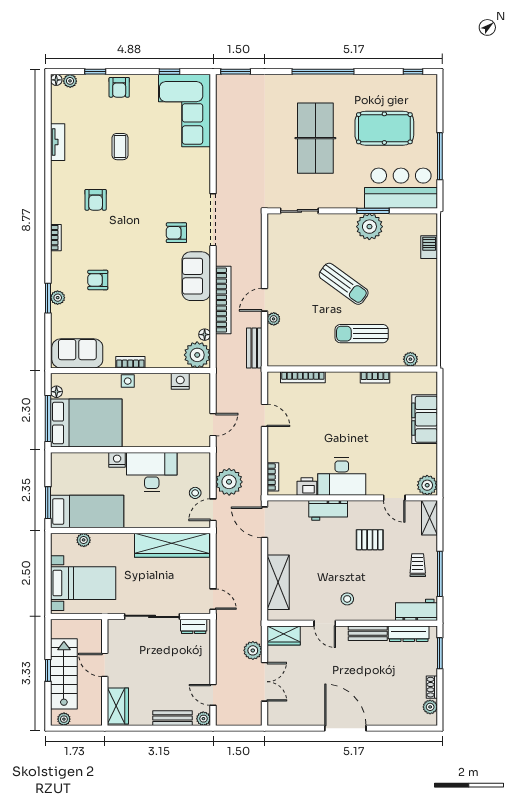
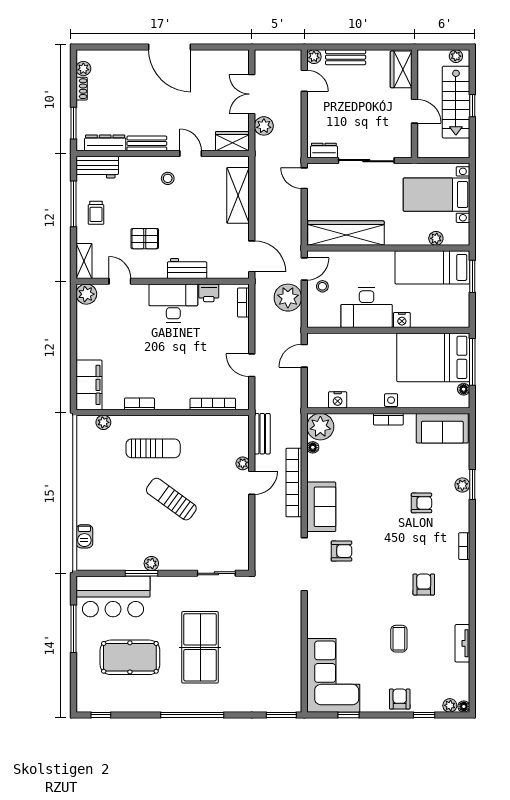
plant: (369, 227) -> (151, 563), width x0.53, depth x0.53
filing cabinet: (425, 419) -> (89, 385), moved

